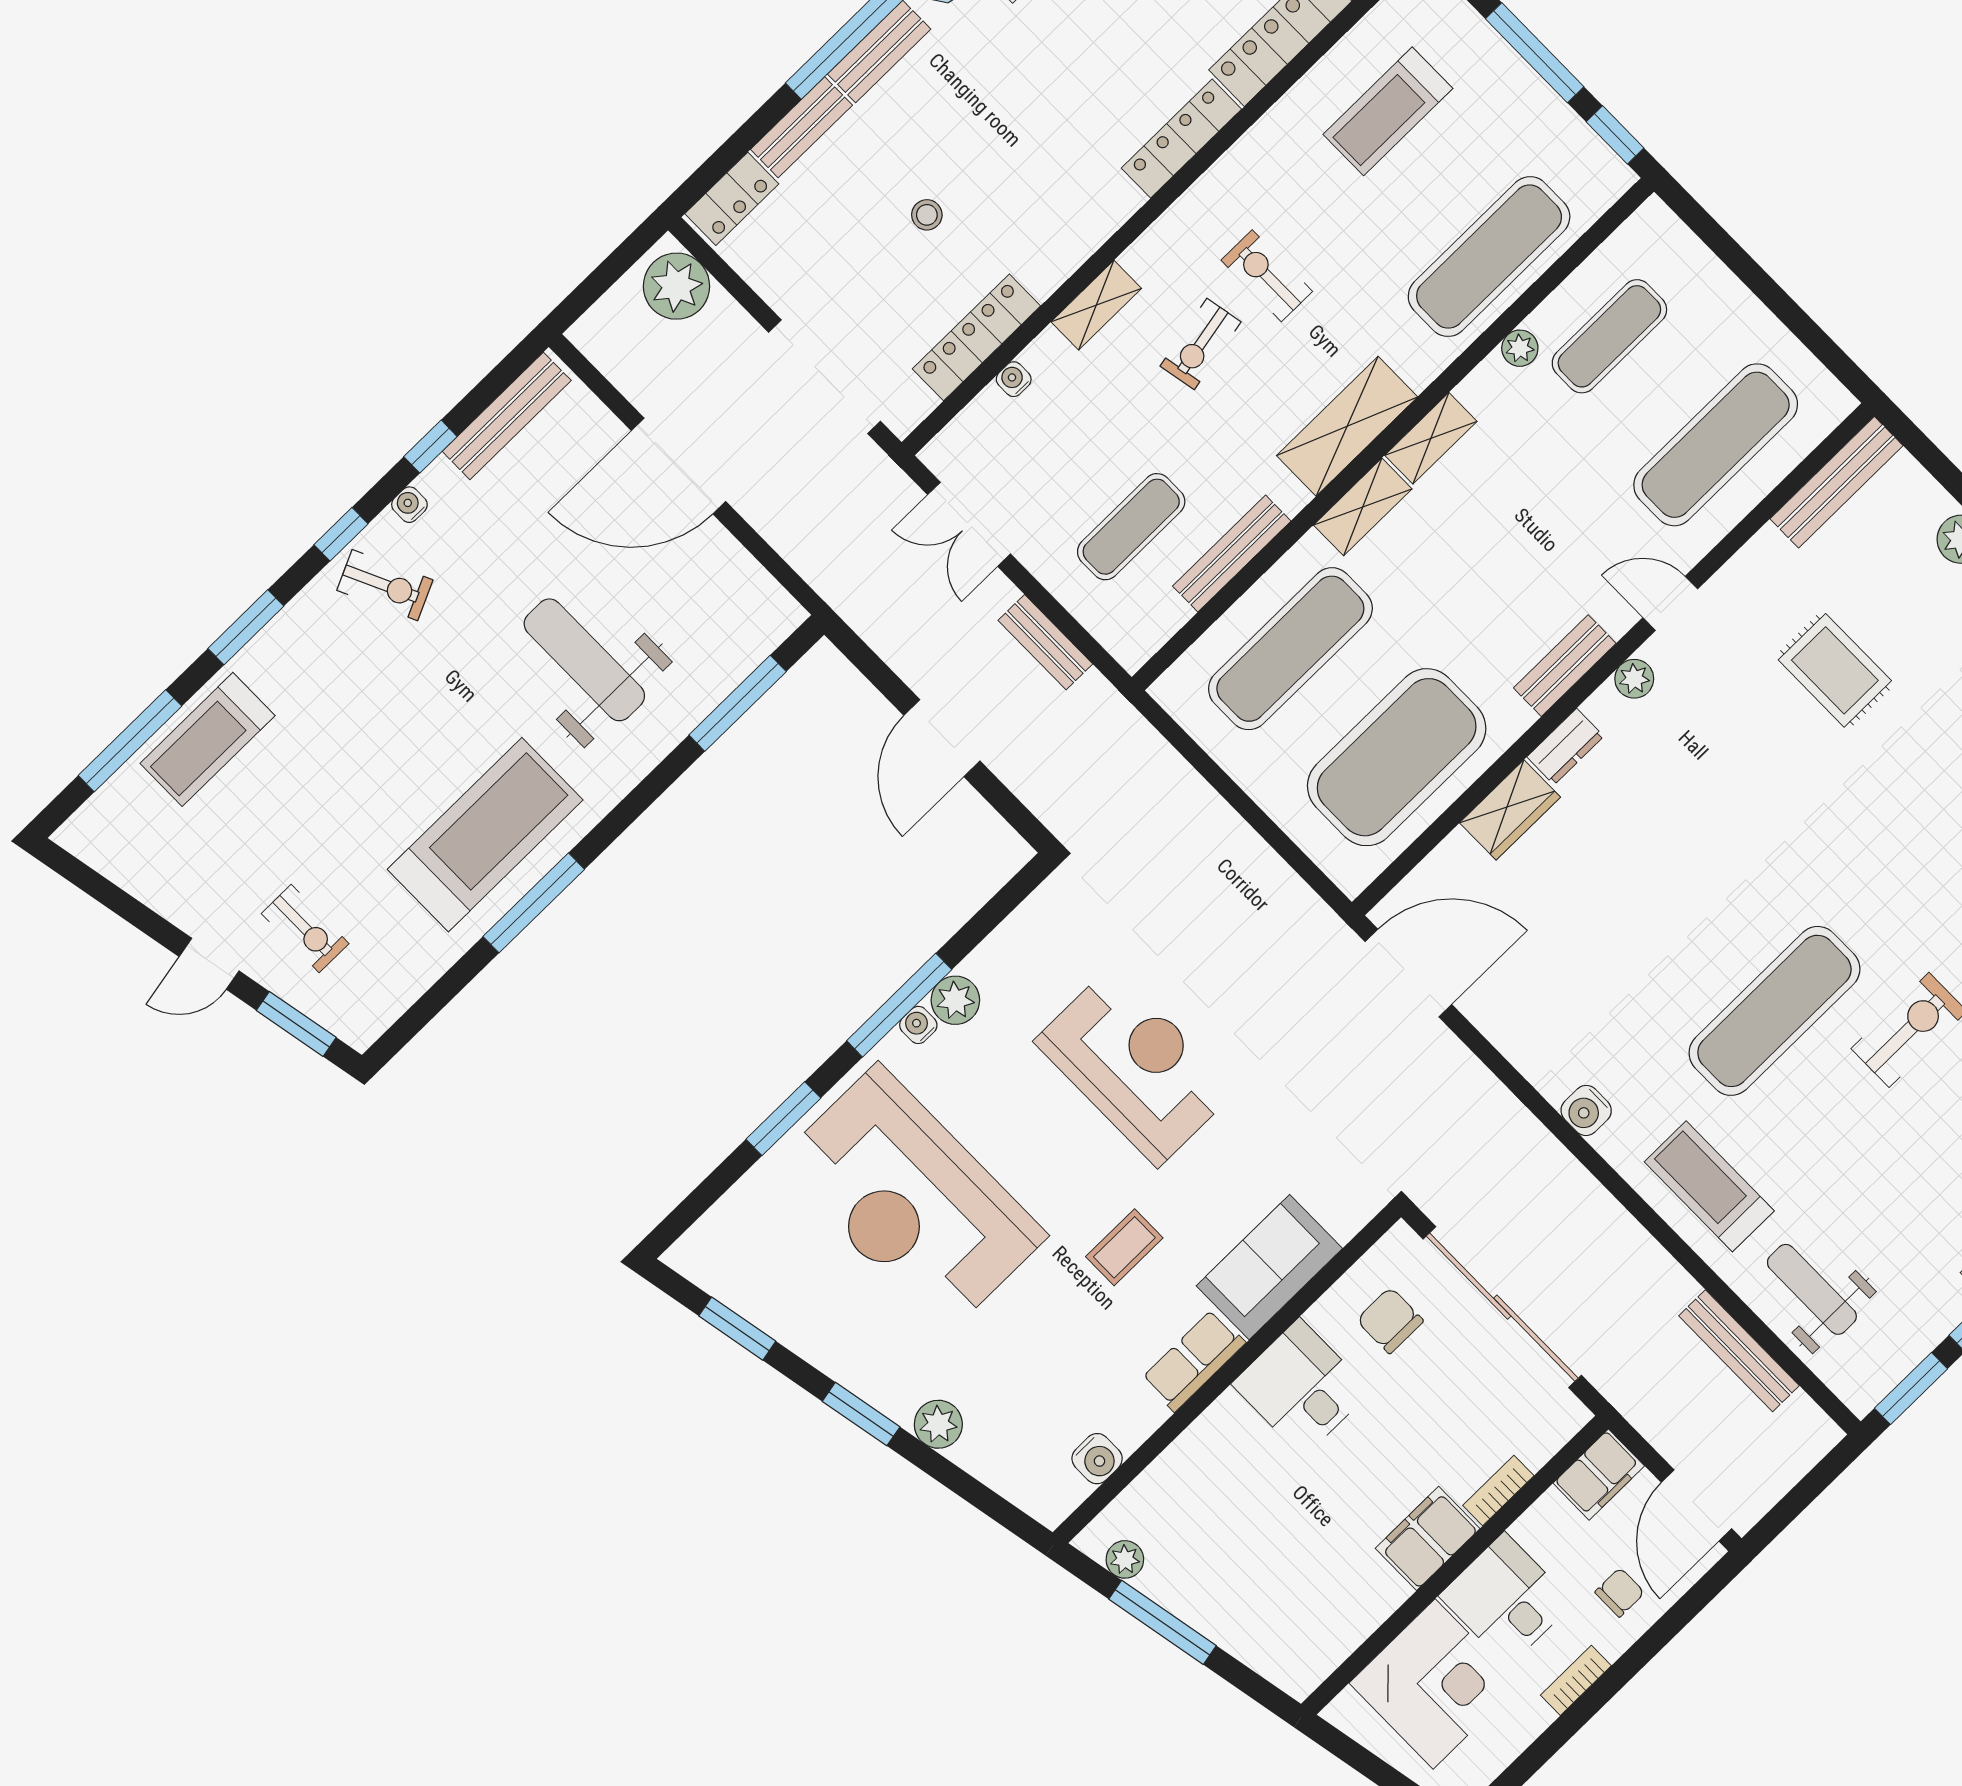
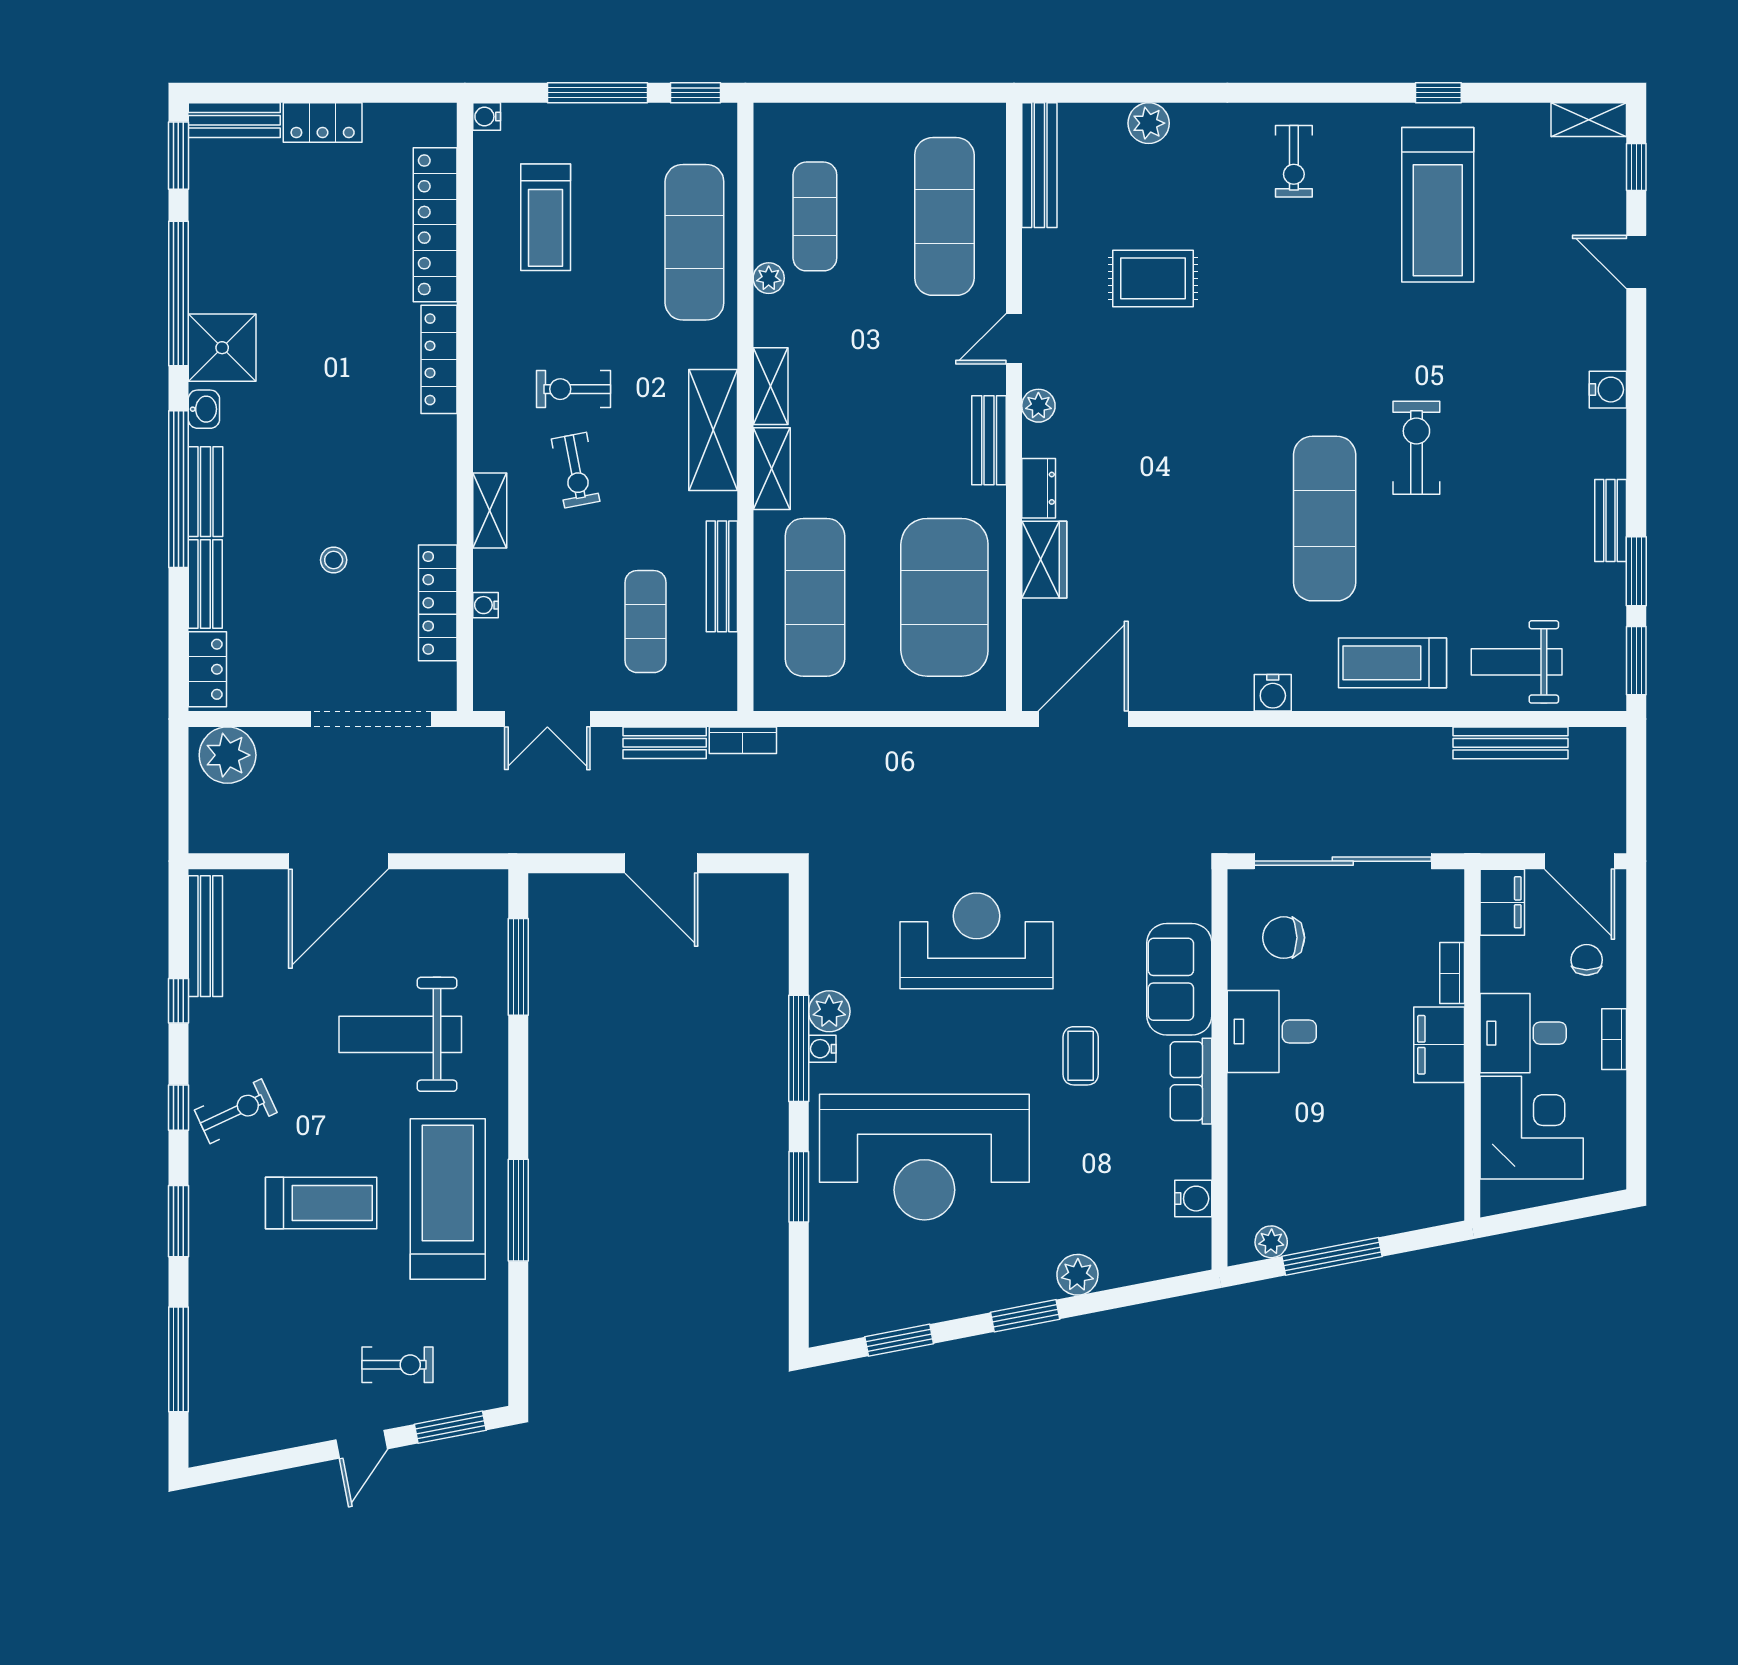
water cooler: (409, 505) -> (201, 1048), removed
bookcase: (1112, 706) -> (743, 740), added
treadmill: (208, 739) -> (321, 1203), moved, turned -90

